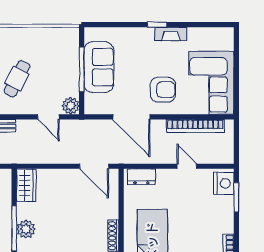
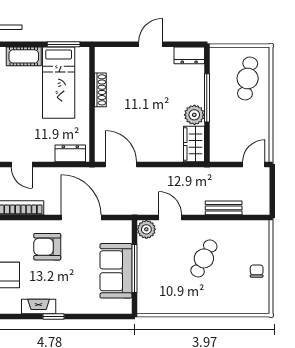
plant: (26, 229) -> (194, 115), moved

